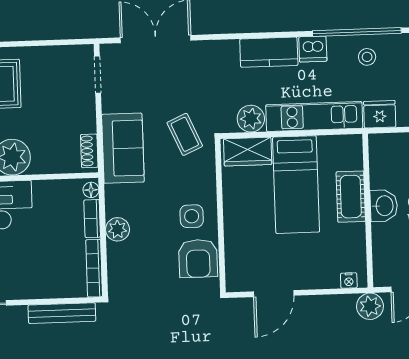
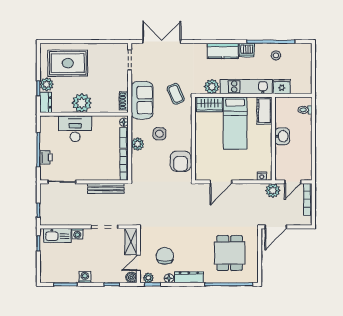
cot: (351, 197) -> (264, 111), moved
side table: (192, 216) -> (159, 134), moved

